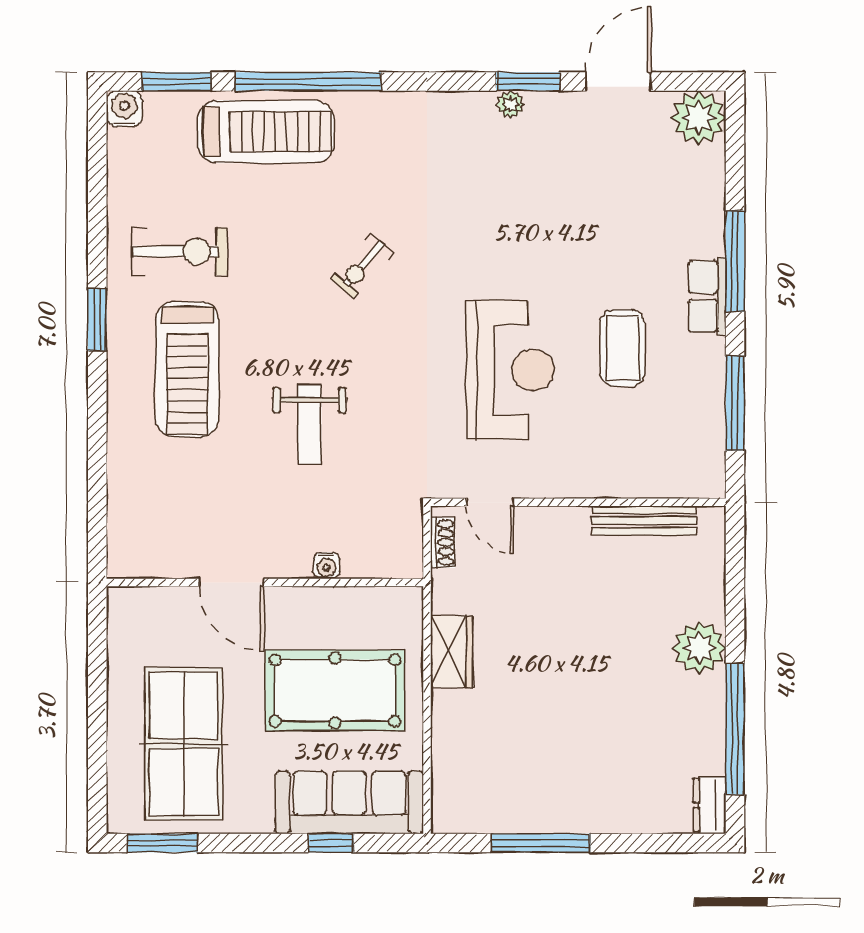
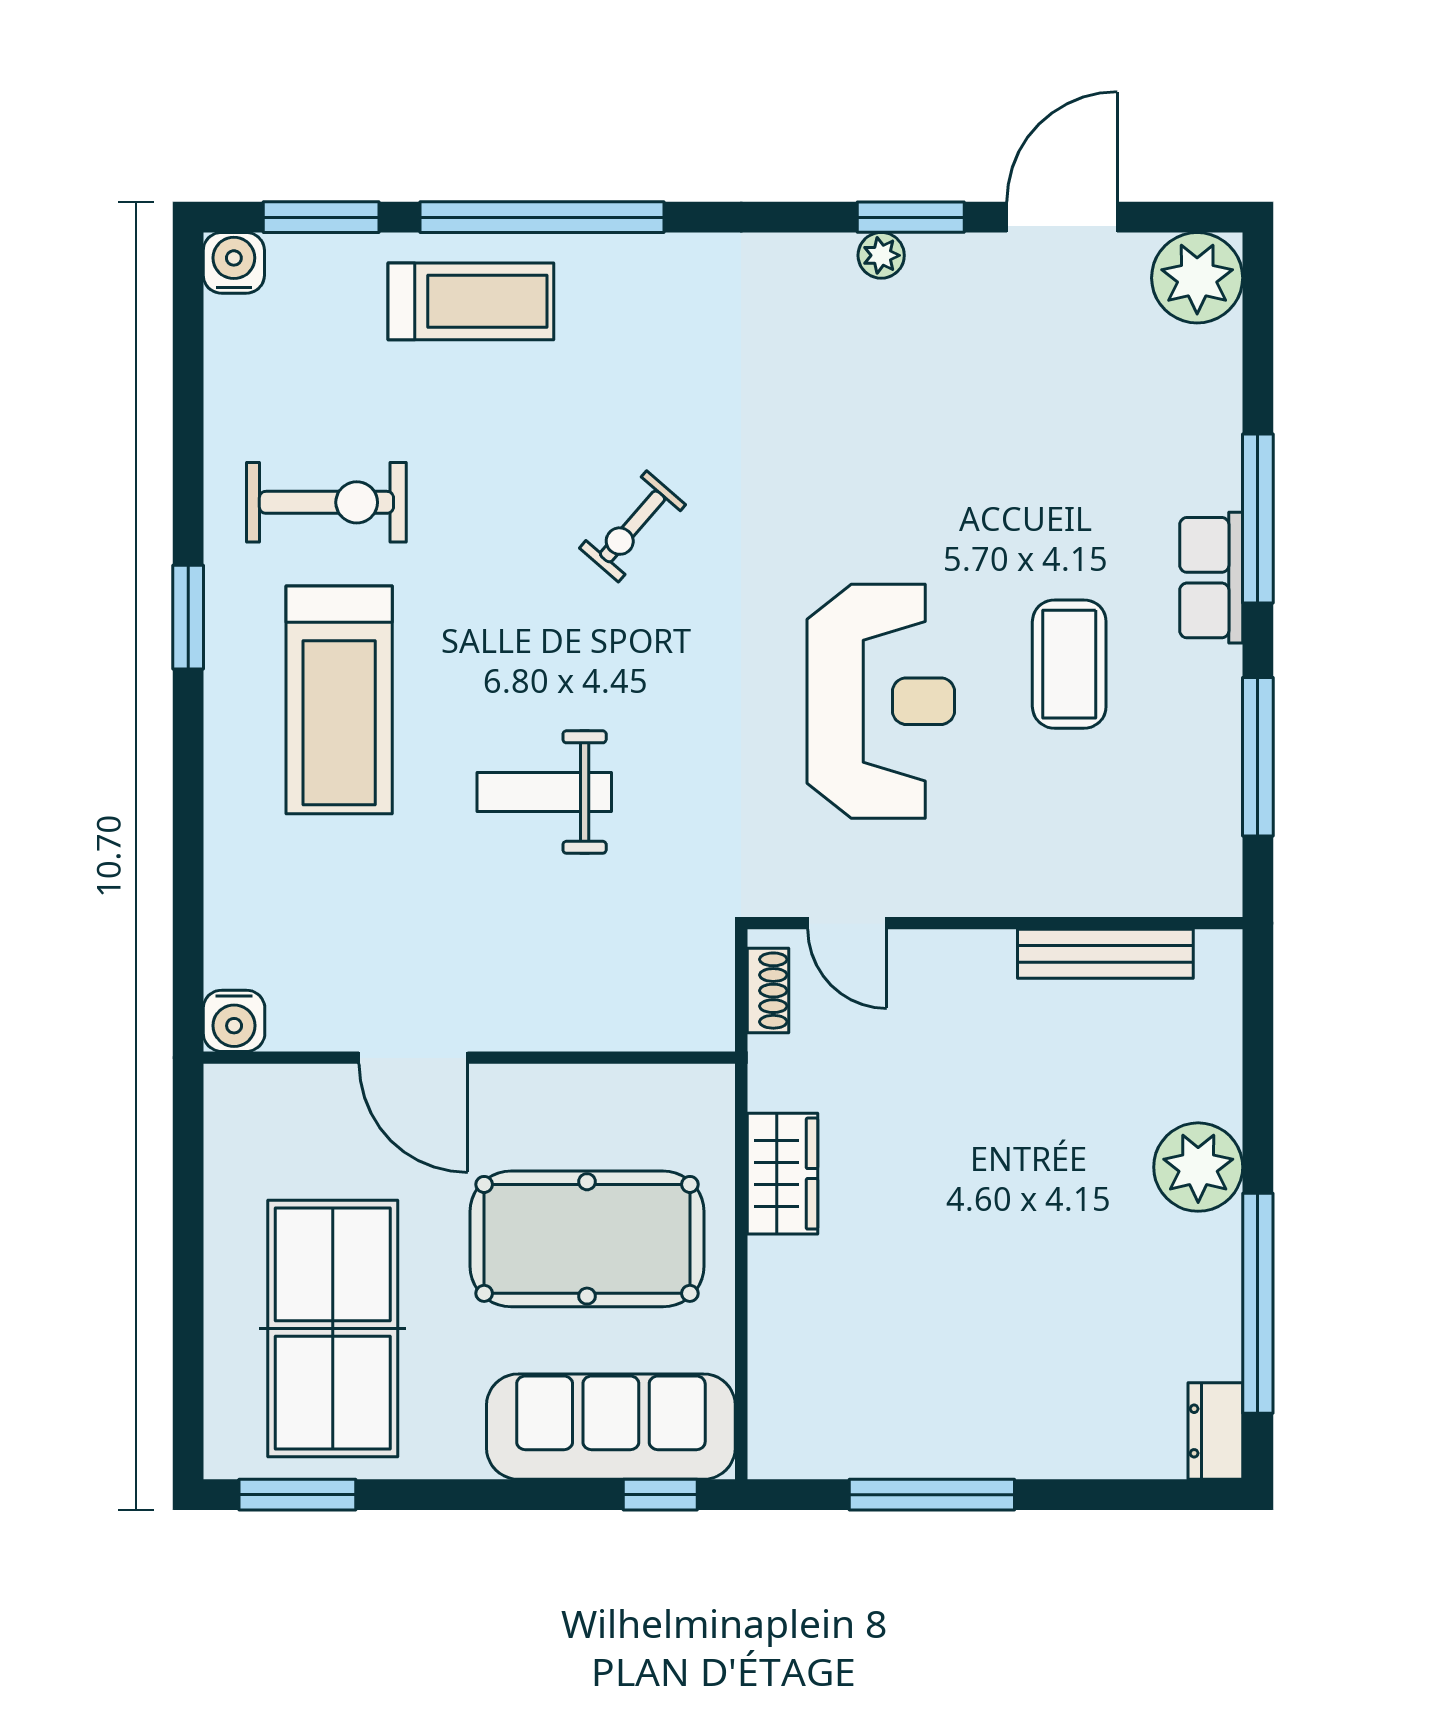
treadmill: (266, 132) -> (471, 301), width x0.73, depth x0.73
weight bench: (310, 424) -> (544, 792), turned 90
water cooler: (327, 566) -> (234, 1021), moved, width x1.38, depth x1.38
window: (331, 843) -> (660, 1495), moved

